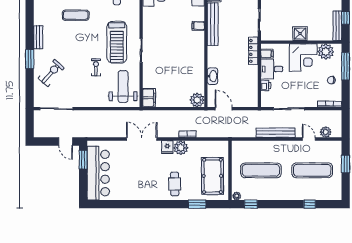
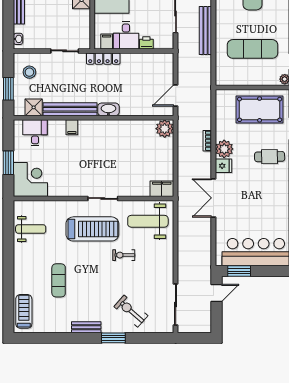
washbasin: (212, 76) -> (108, 109), moved
exercise mat: (261, 170) -> (252, 49), turned 90

